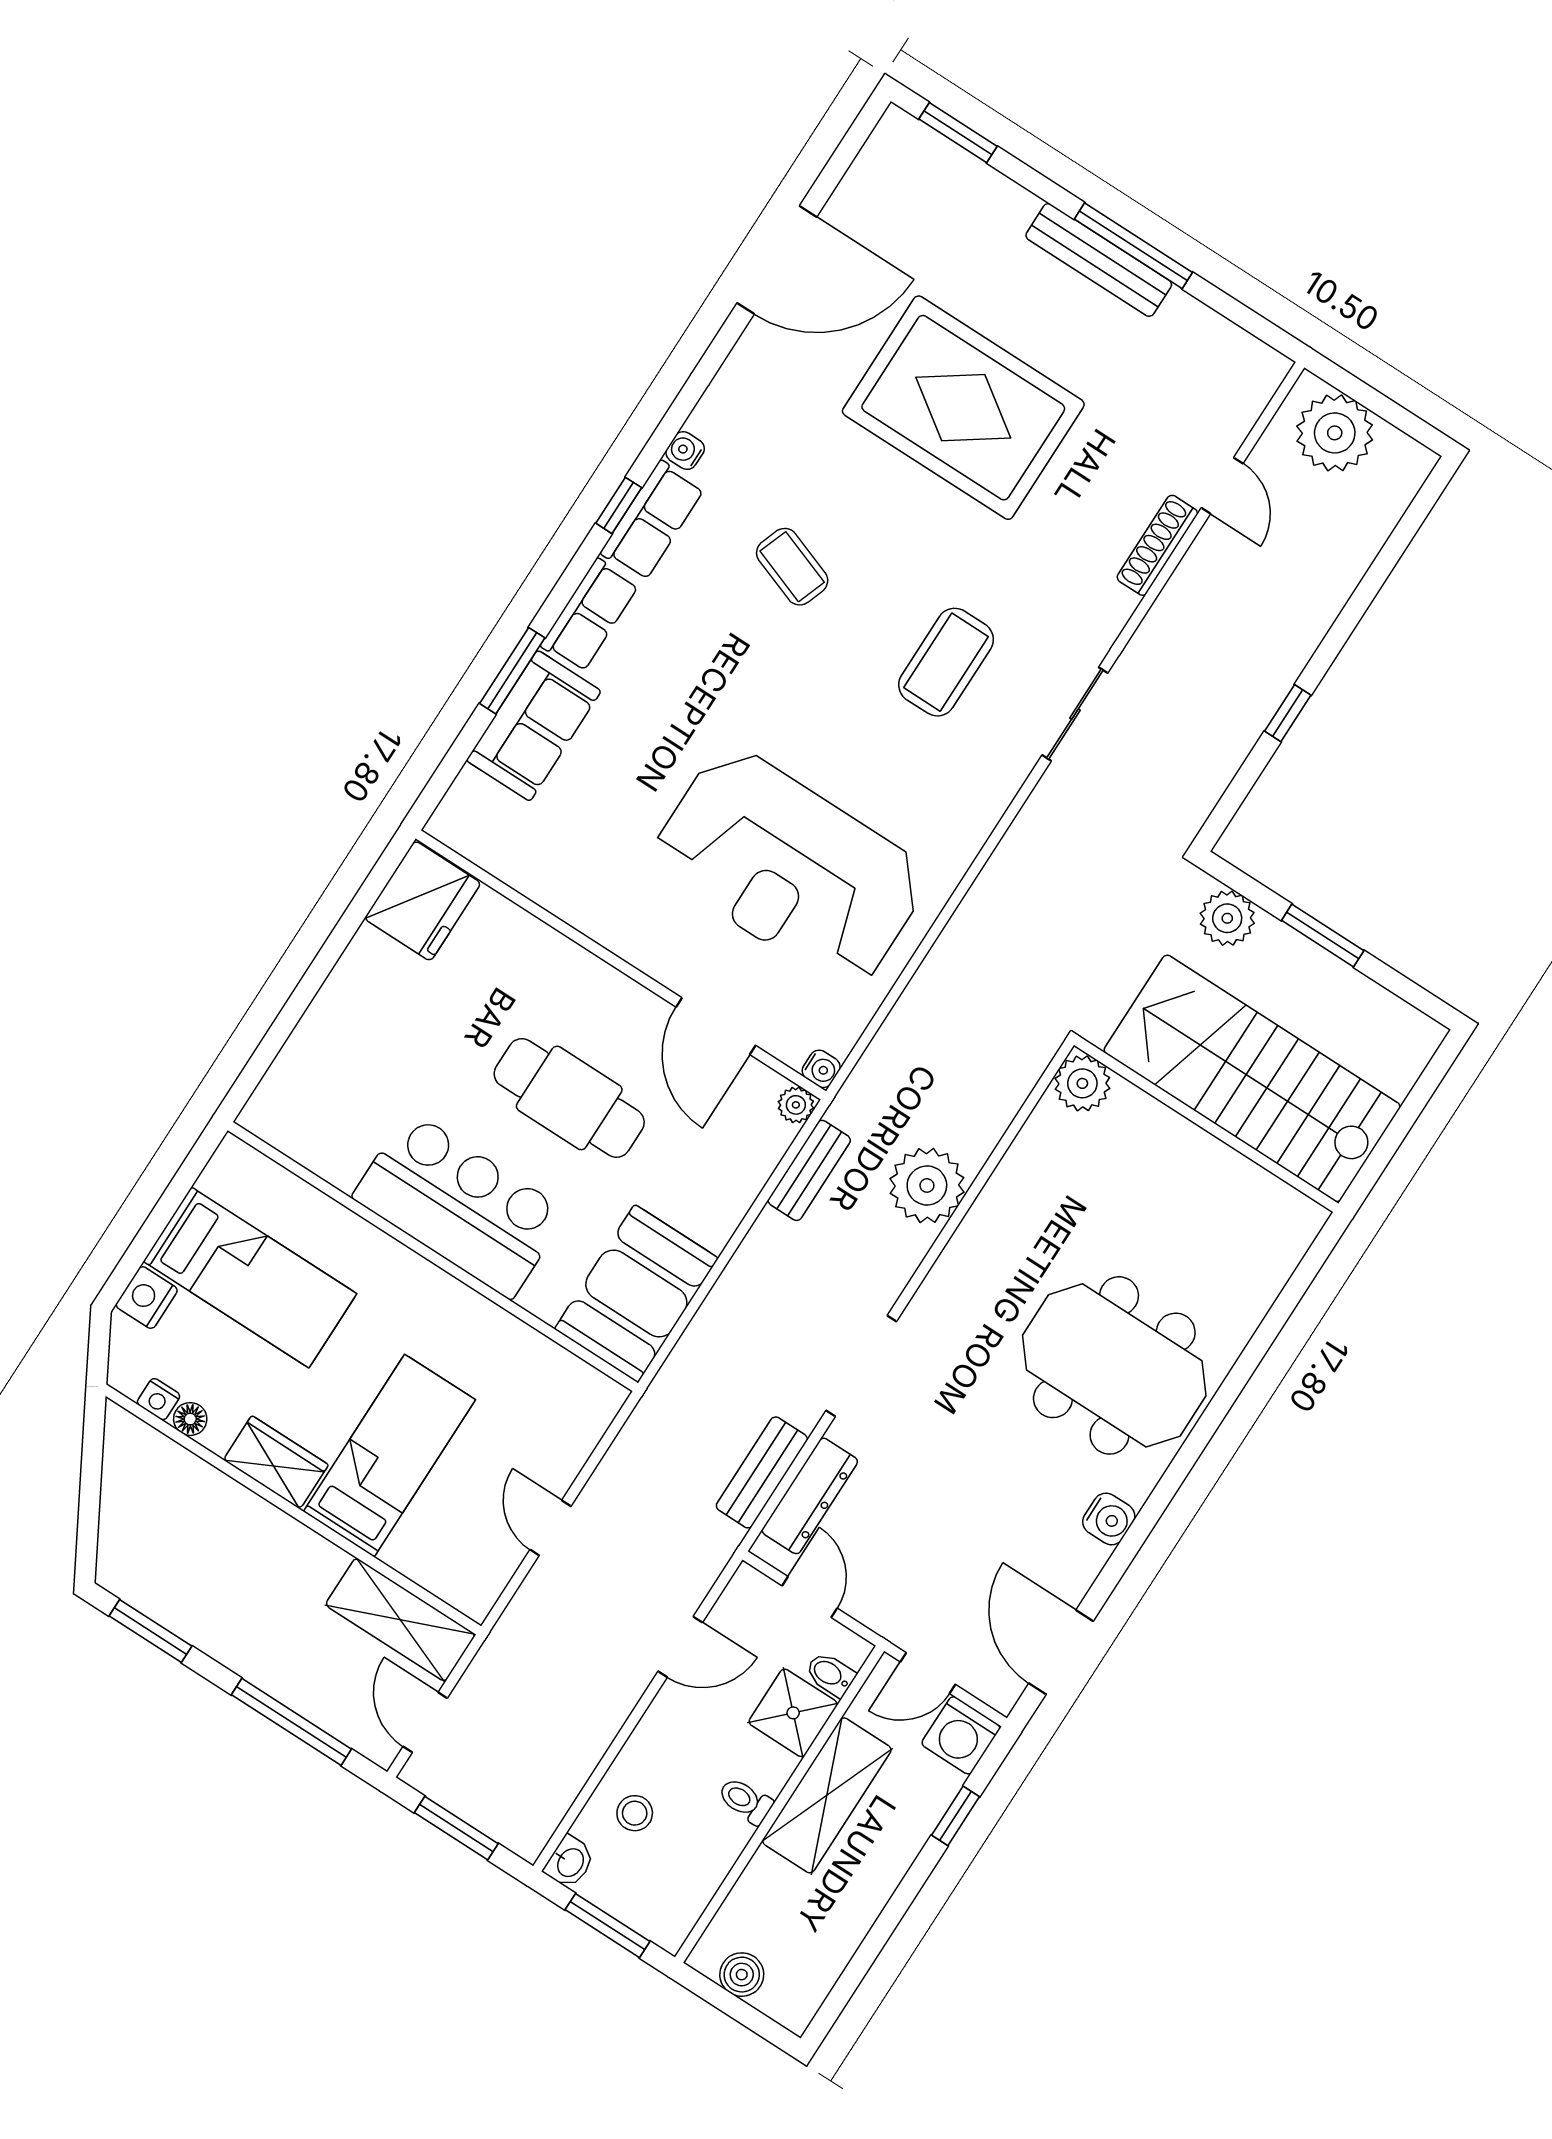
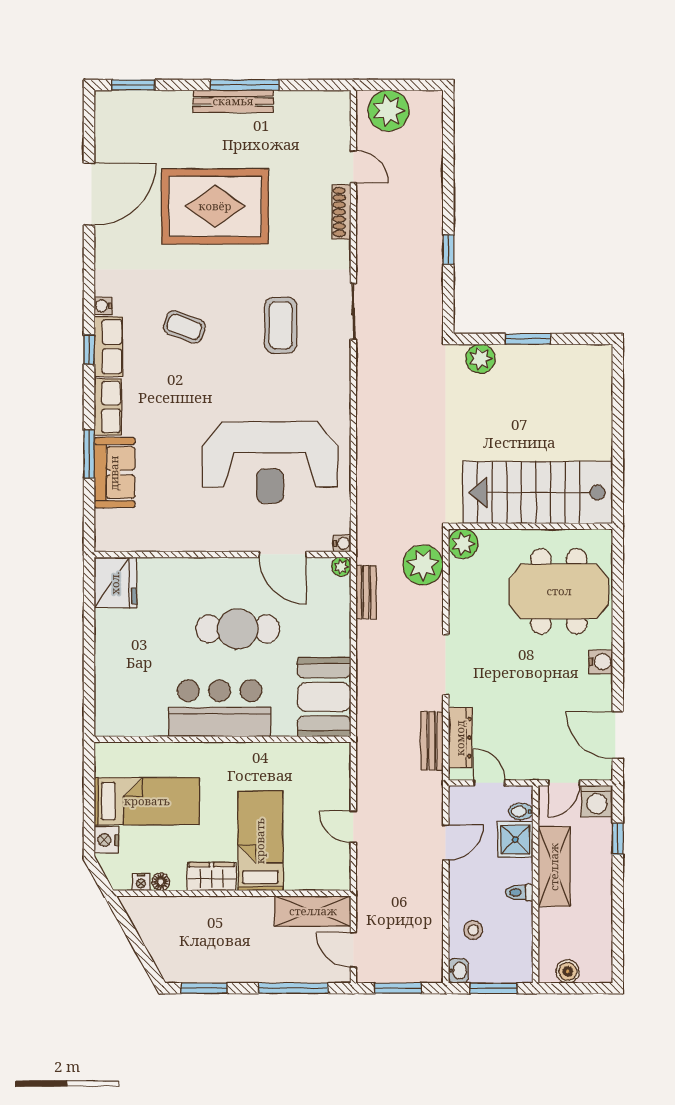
stairs: (1252, 1078) -> (538, 493), moved
plant: (1082, 1083) -> (463, 544), moved
wall: (1206, 1124) -> (530, 526), moved

